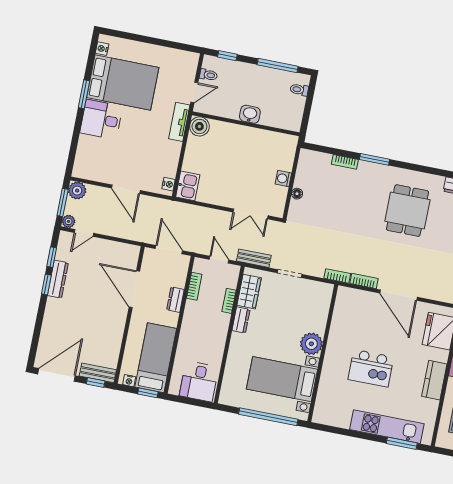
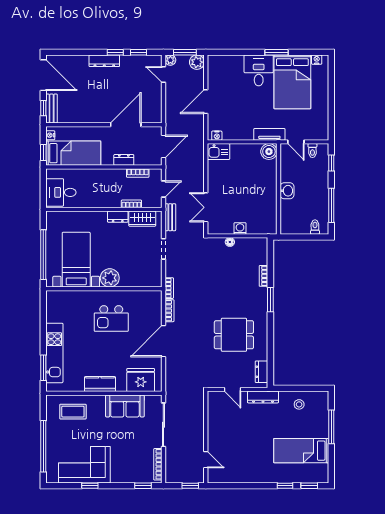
dresser: (58, 279) -> (104, 61), moved
kitchen island: (371, 368) -> (111, 318), moved, turned -90

